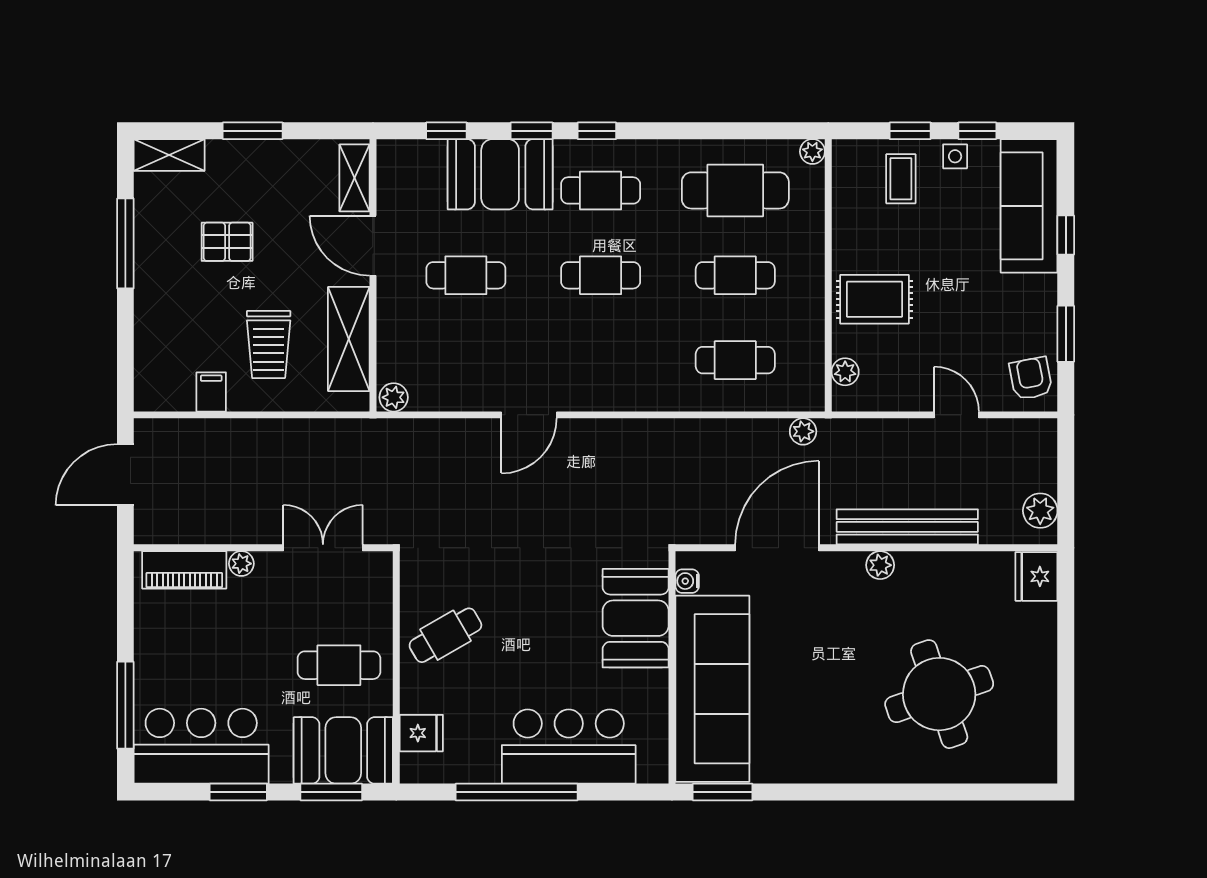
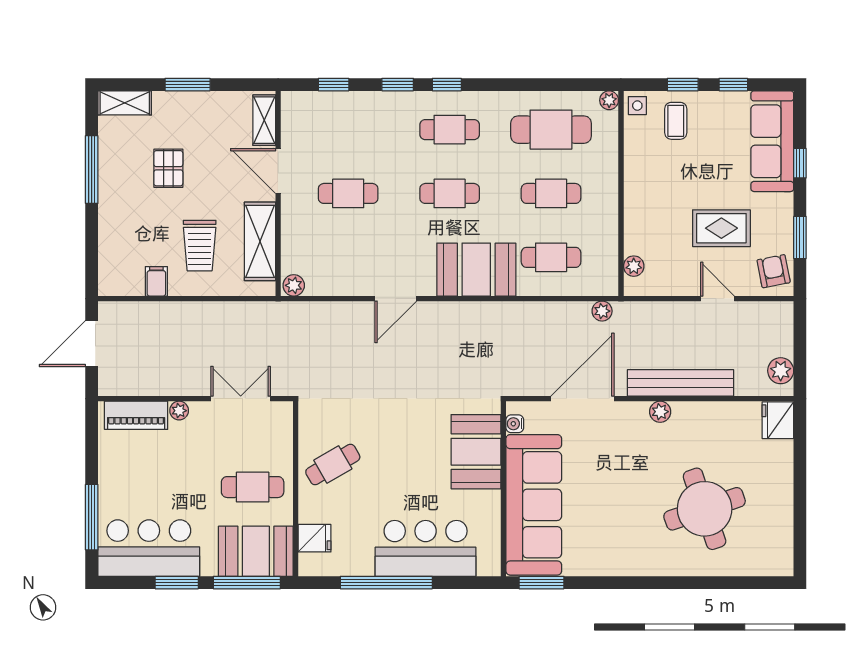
side table: (955, 156) -> (637, 106), moved
booth: (500, 174) -> (476, 270), moved
pallet: (227, 242) -> (168, 168), turned 90
rug: (875, 299) -> (721, 228), moved
window: (331, 792) -> (247, 583), width x1.44

